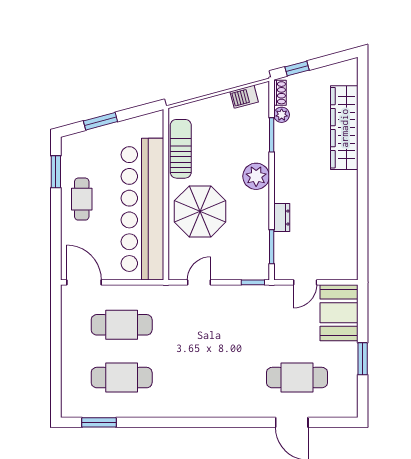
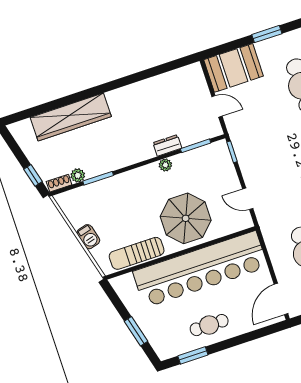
barbecue: (244, 97) -> (88, 237), moved
plant: (256, 176) -> (165, 165), moved, width x0.53, depth x0.53

